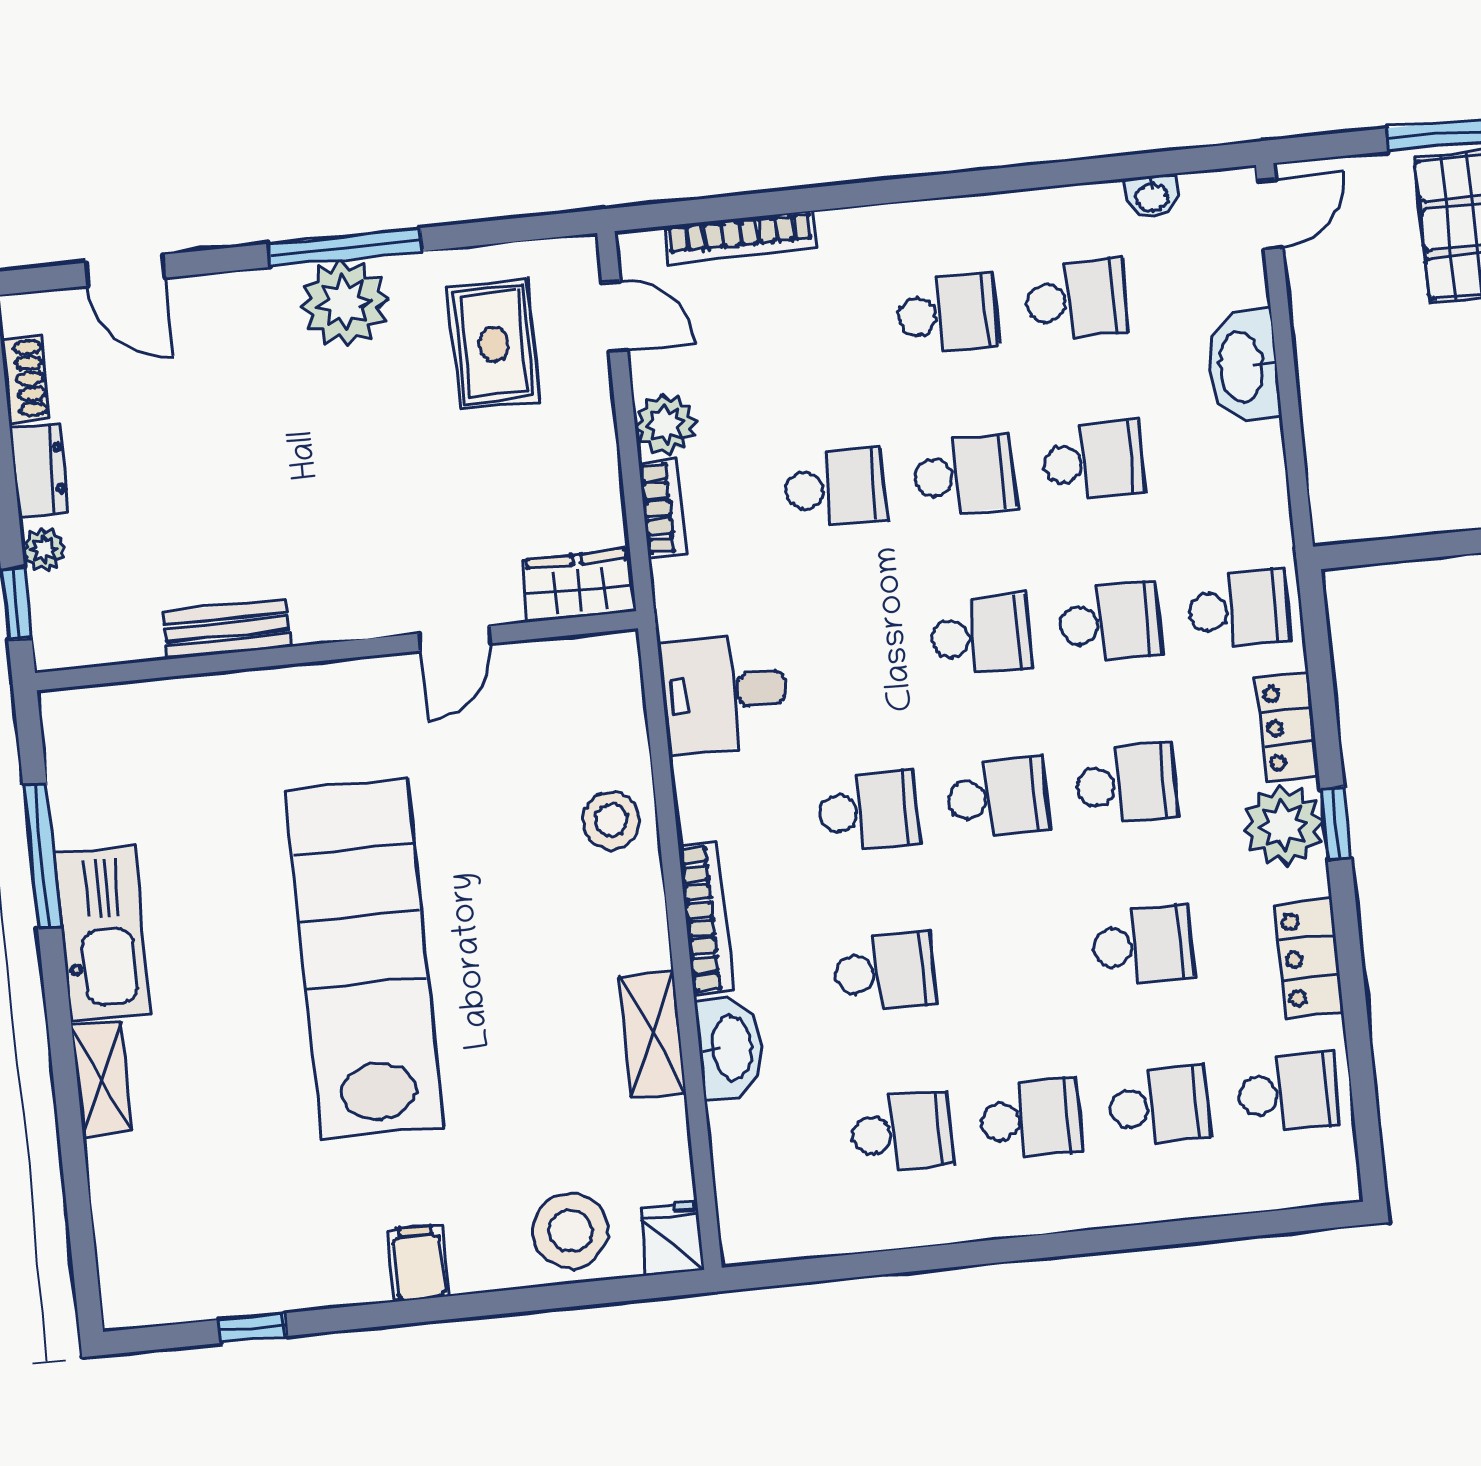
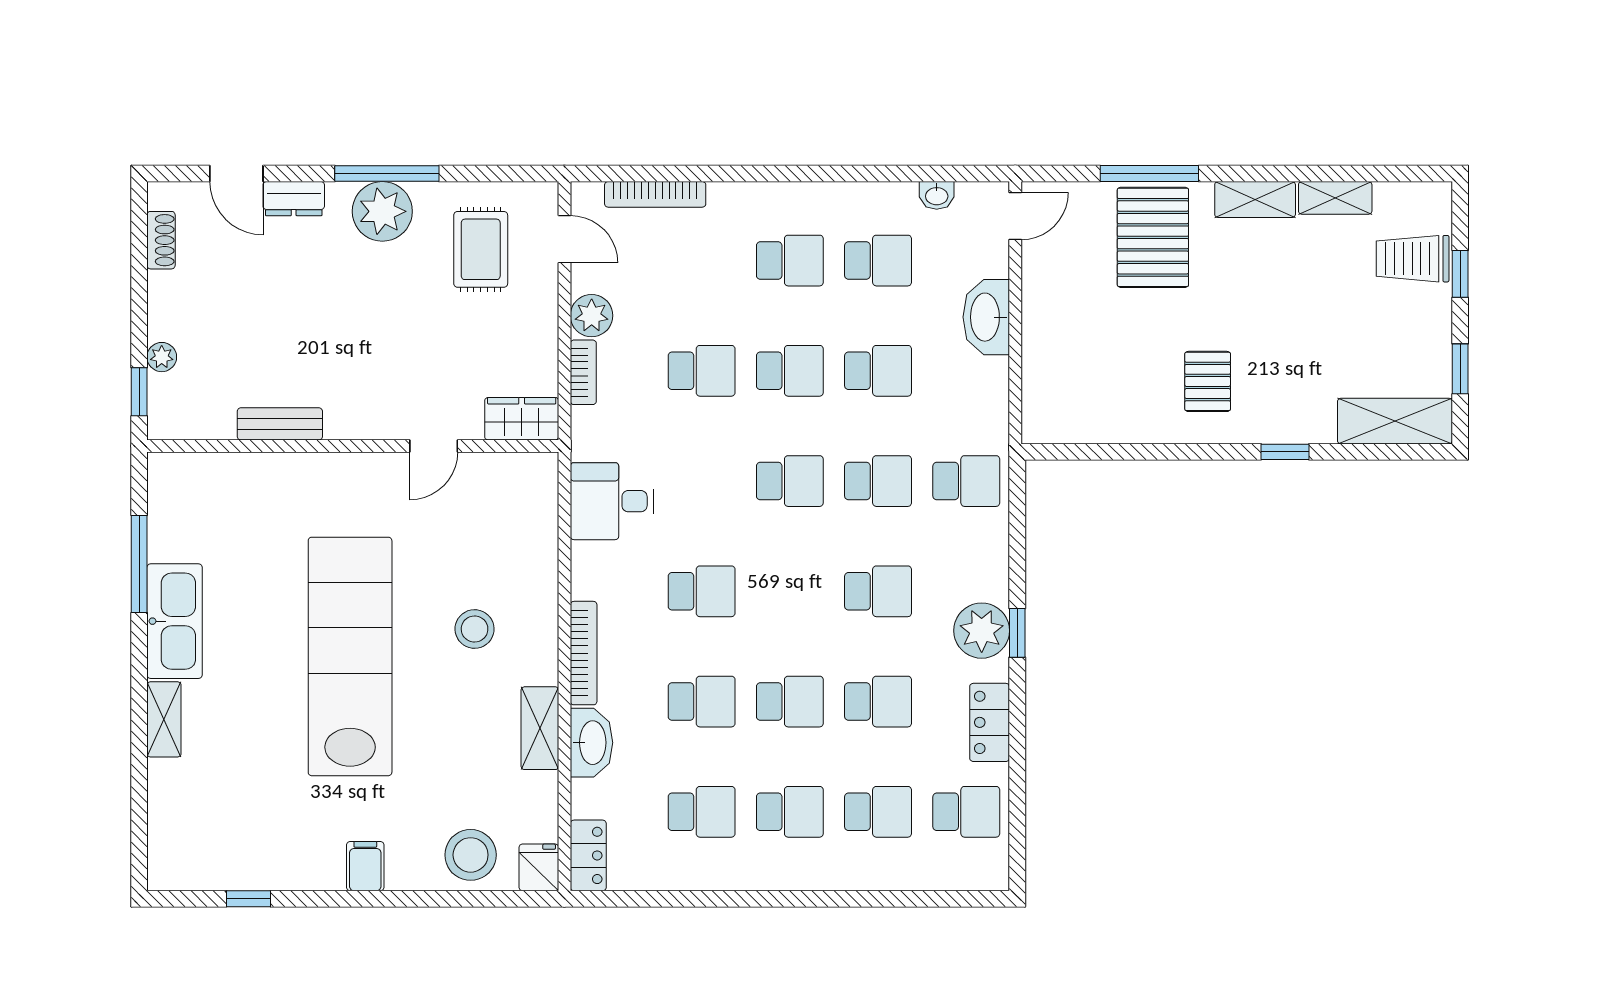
dresser: (39, 470) -> (294, 199), moved, turned 90
locker: (1288, 727) -> (588, 855), moved, turned 180
school desk: (997, 797) -> (790, 702), moved
stool: (611, 820) -> (475, 629), moved

